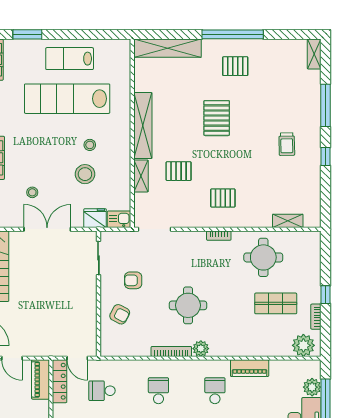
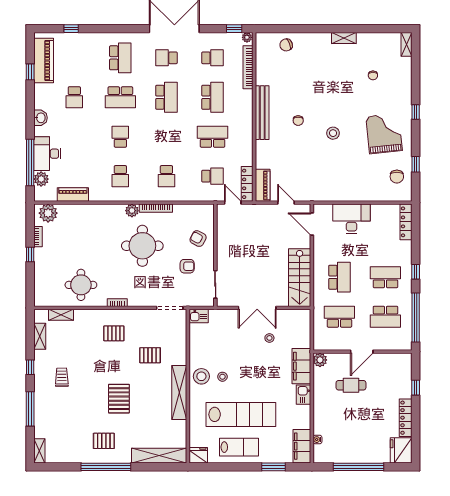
stool: (85, 174) -> (201, 376), moved
shelving: (141, 176) -> (40, 336), moved
fridge: (95, 218) -> (198, 455), moved, turned 180
shop shelf: (276, 303) -> (71, 247), removed
round table: (188, 305) -> (142, 246), width x1.36, depth x1.36
piano: (250, 368) -> (73, 195), moved

